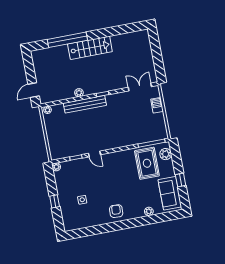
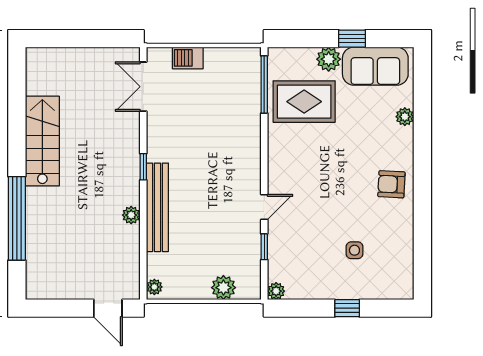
stairs: (90, 48) -> (42, 141), moved
plant: (53, 142) -> (223, 288), added
plant: (166, 154) -> (329, 59), moved

